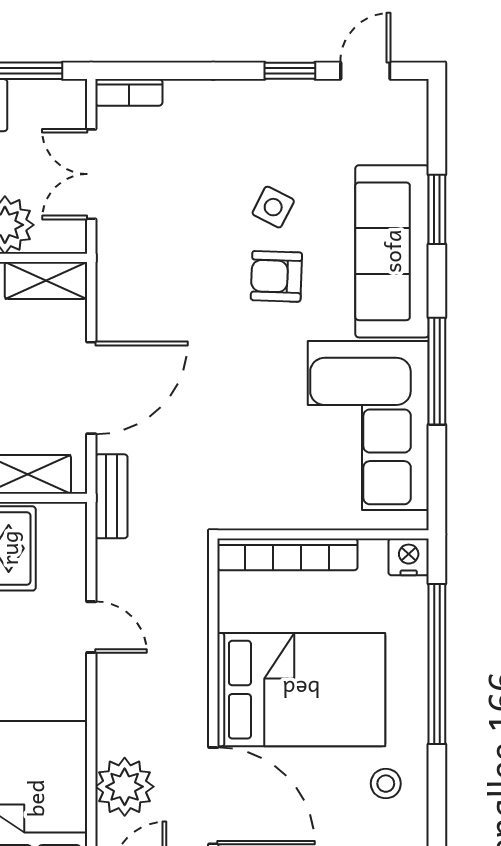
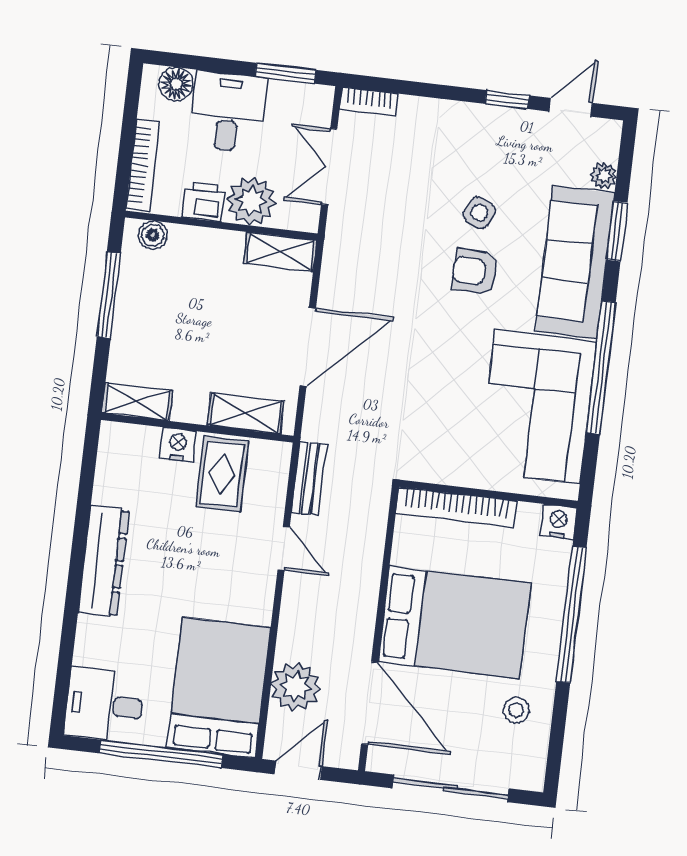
plant: (413, 146) -> (603, 176), added
window: (437, 371) -> (601, 368), width x1.46
bench: (111, 496) -> (309, 478), moved

